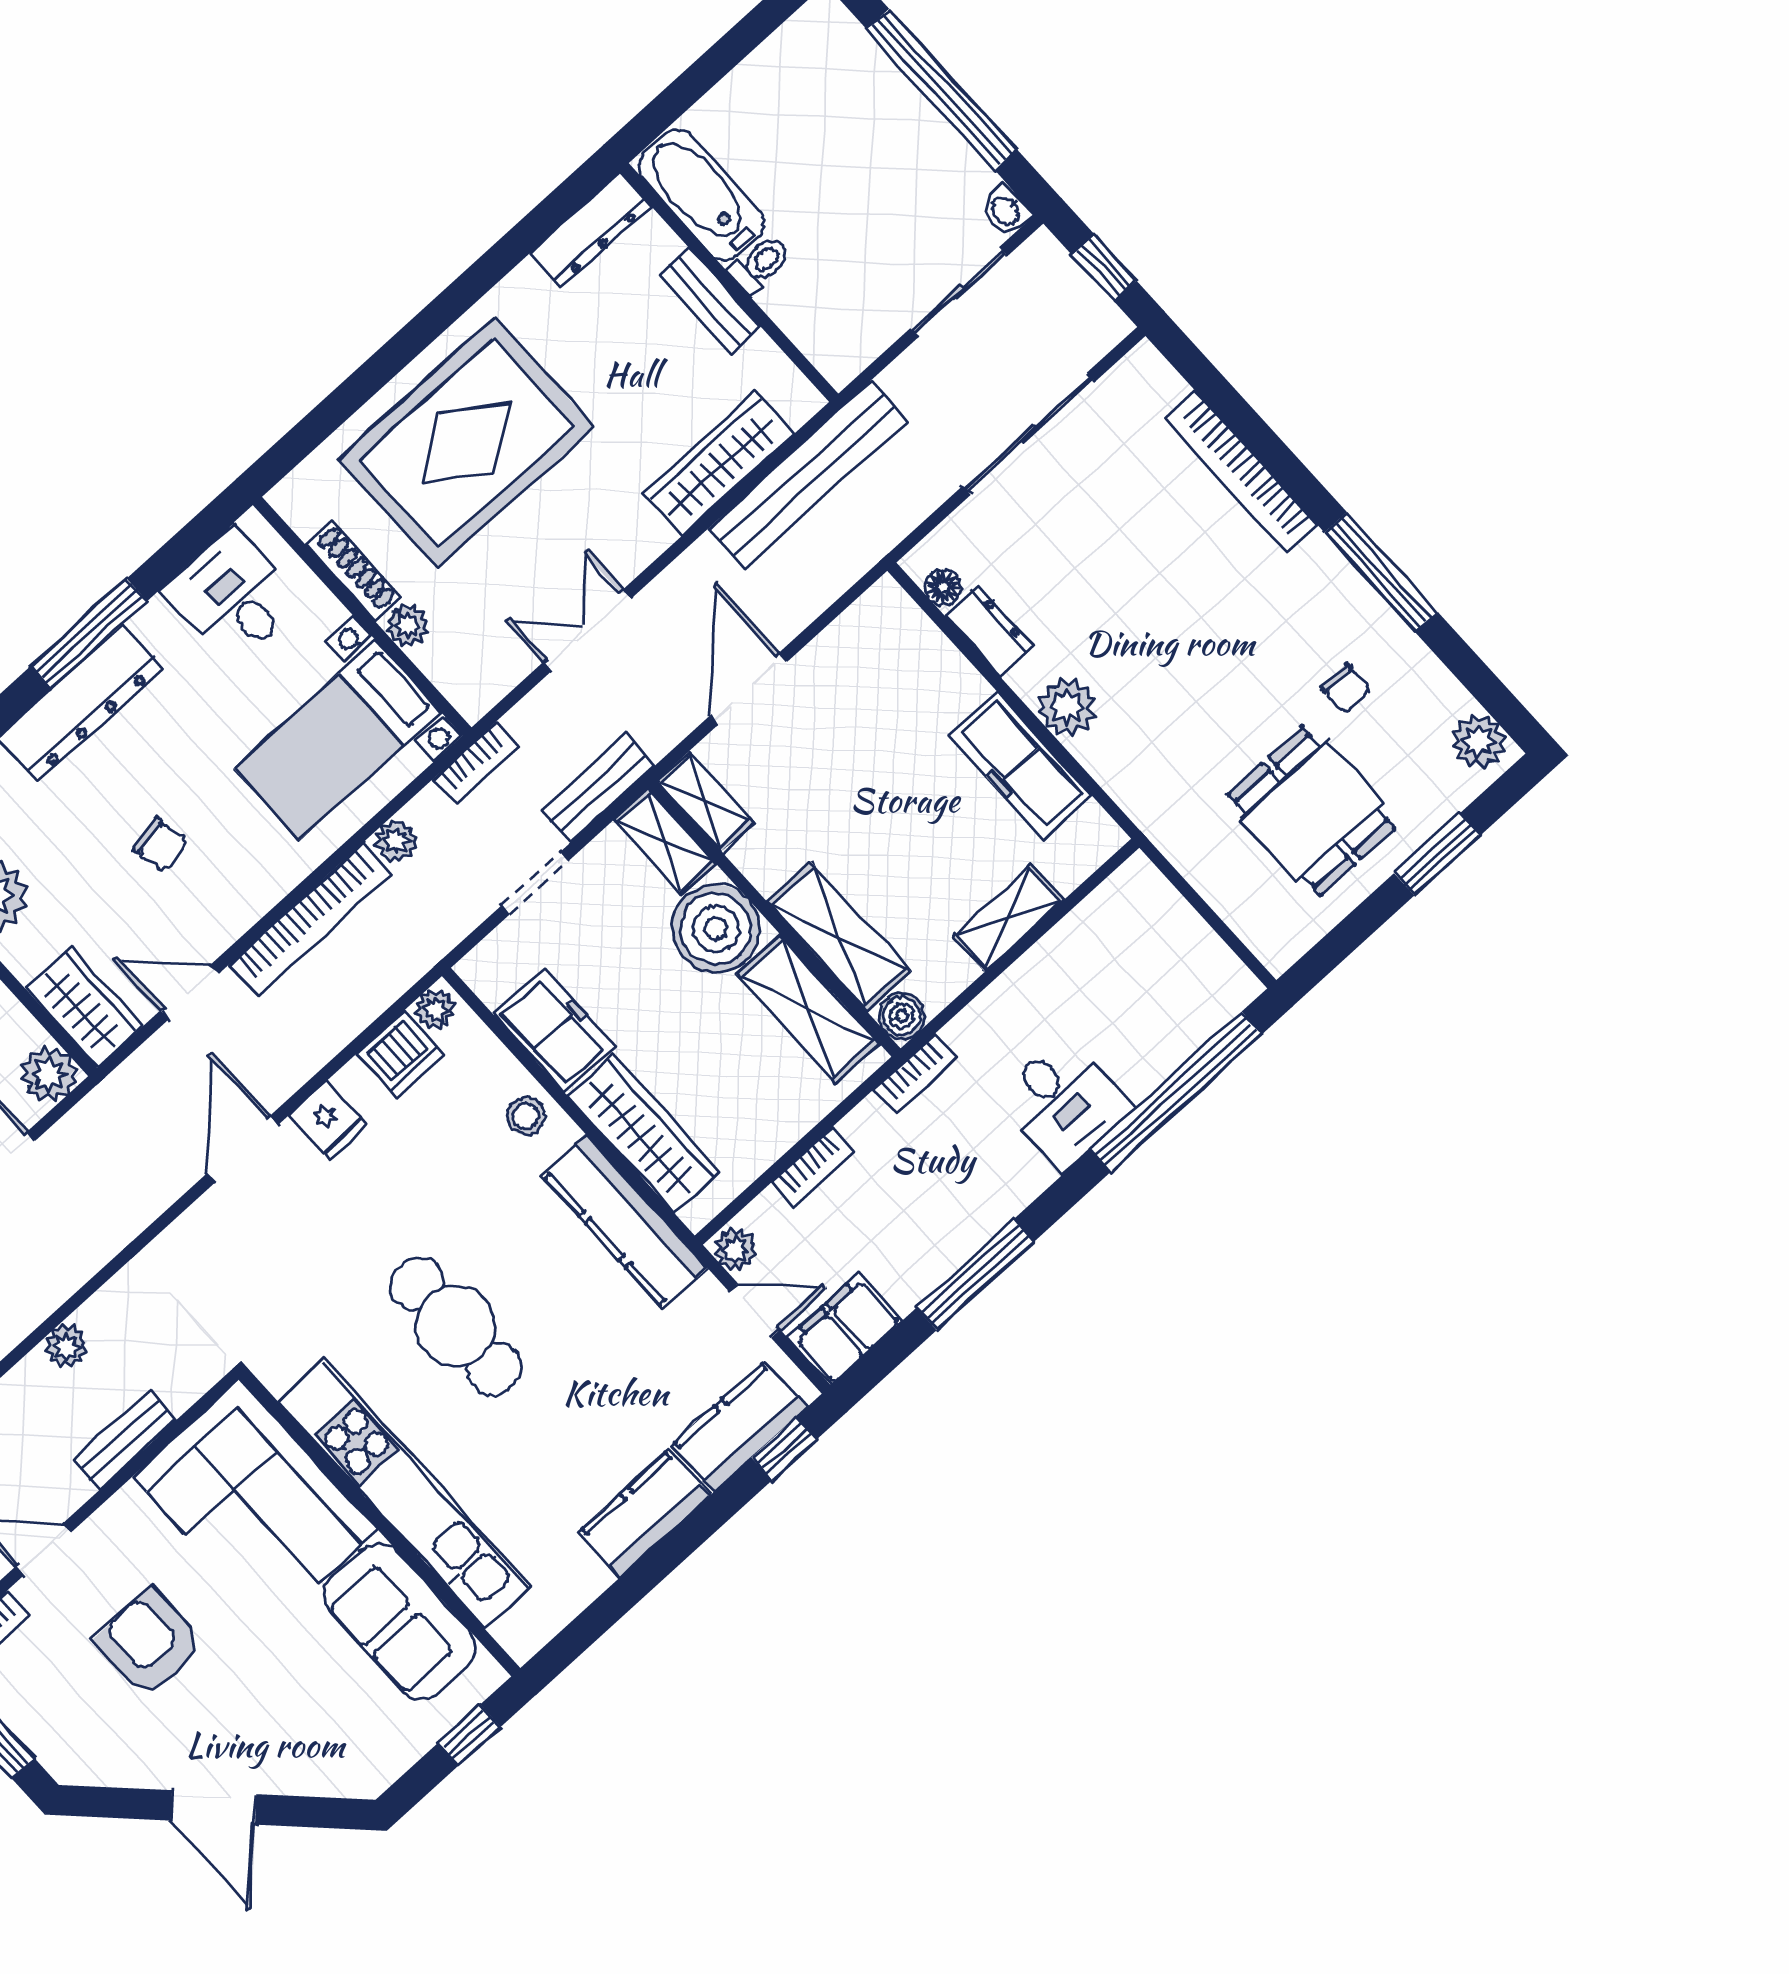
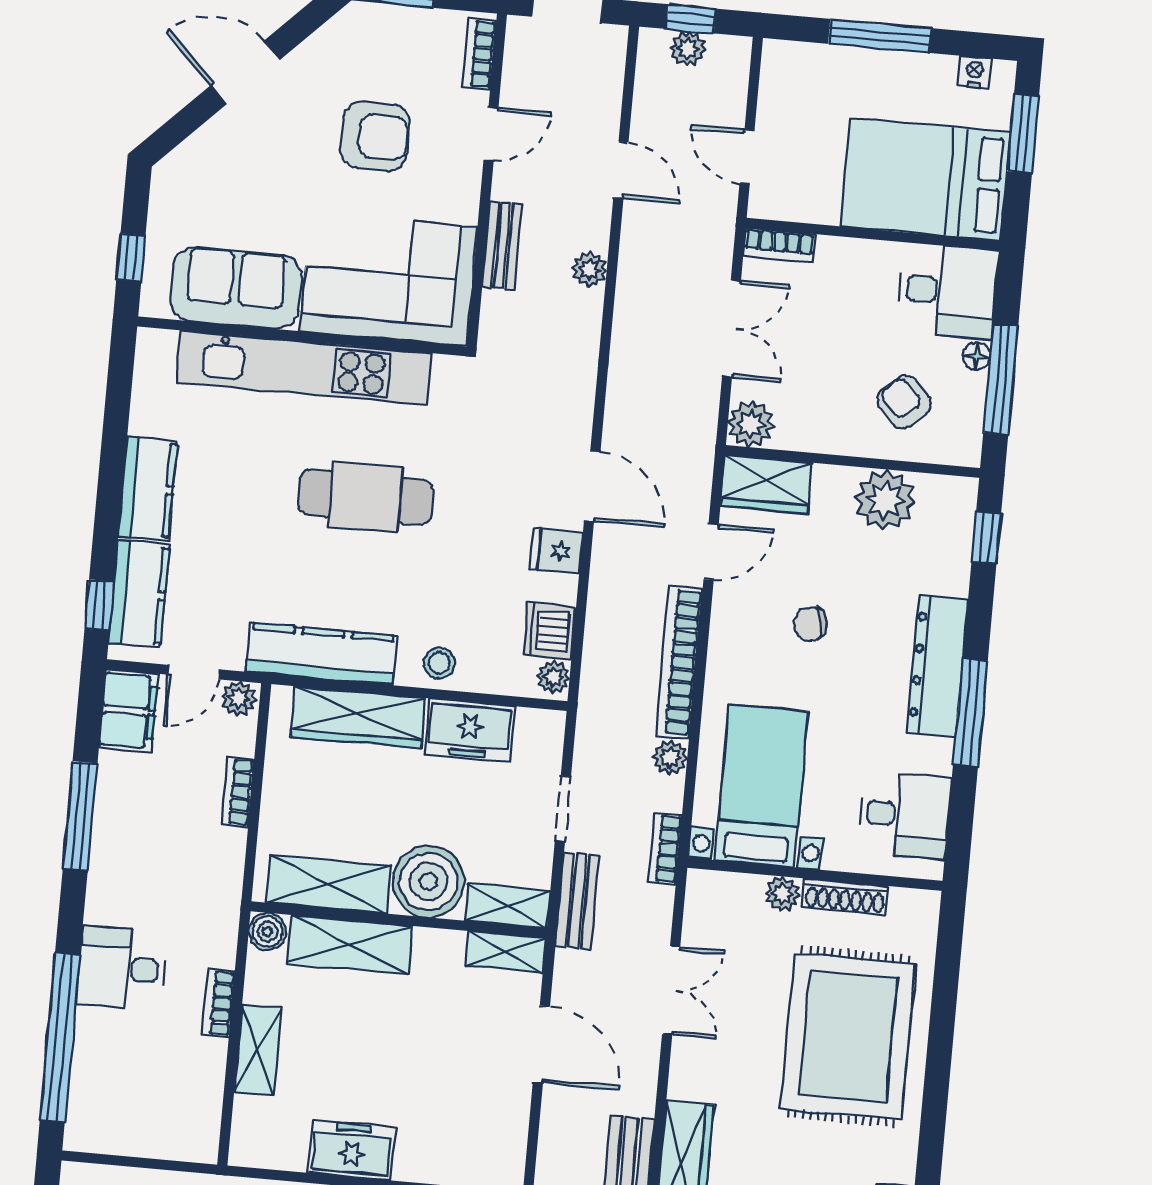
freezer: (1020, 765) -> (352, 1150), width x0.71
bookcase: (915, 1073) -> (219, 1003), moved

